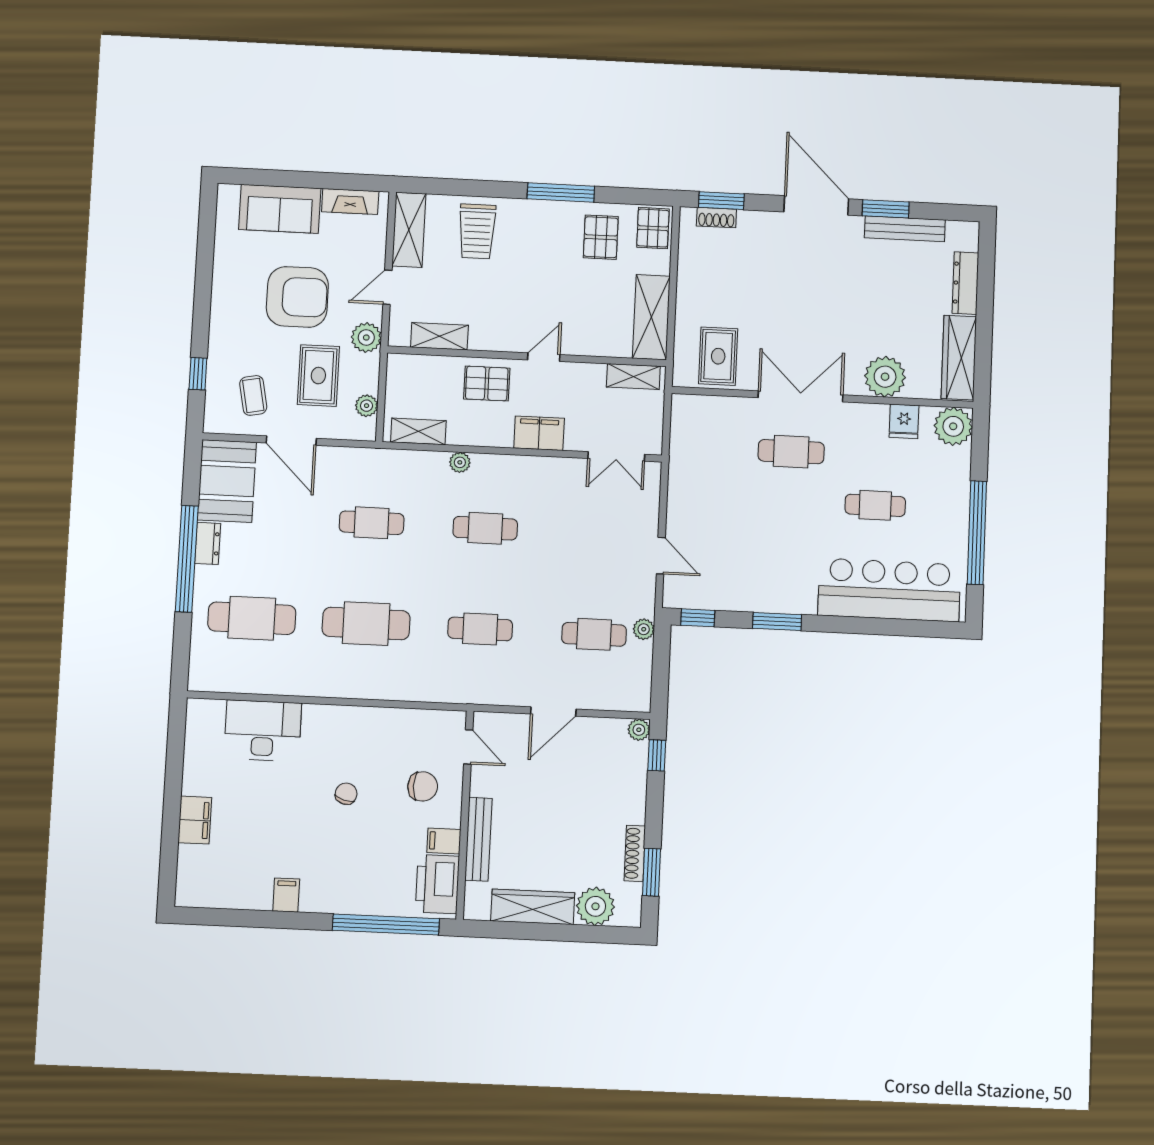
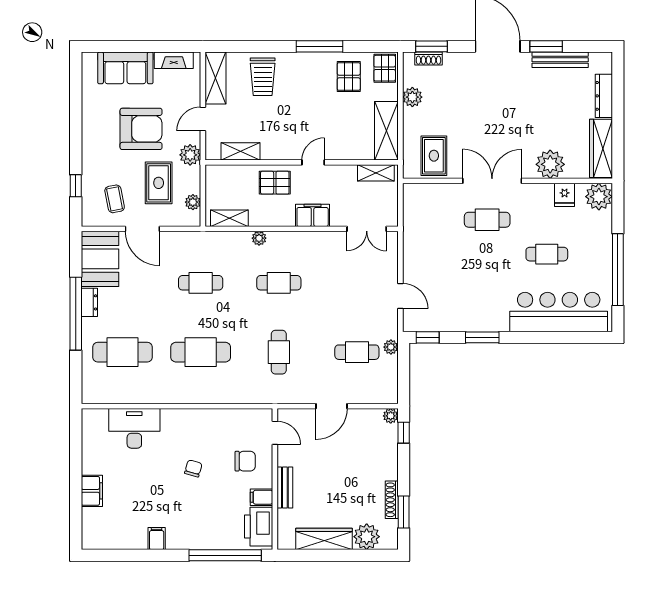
plant: (691, 271) -> (412, 97), added
cafe table: (480, 629) -> (279, 352), turned 90
bench: (478, 839) -> (285, 488), width x0.73

